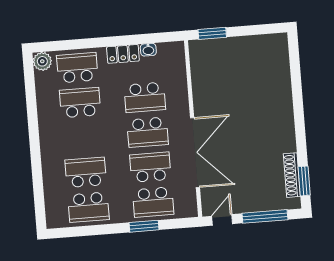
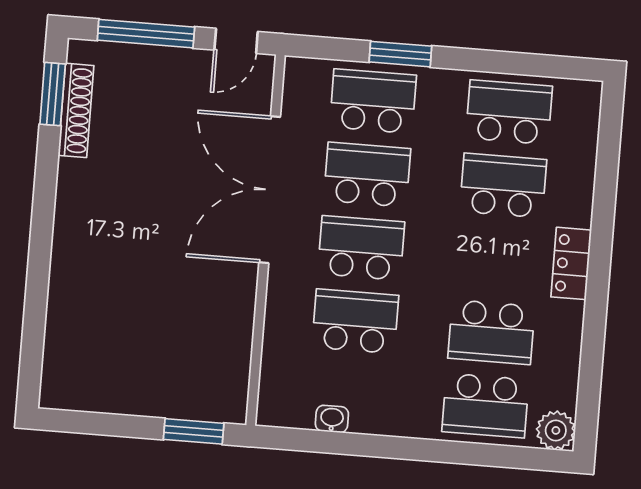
locker: (123, 54) -> (571, 263), moved, turned -90
school desk: (150, 167) -> (367, 175), turned 180
school desk: (86, 172) -> (503, 185), turned 180

